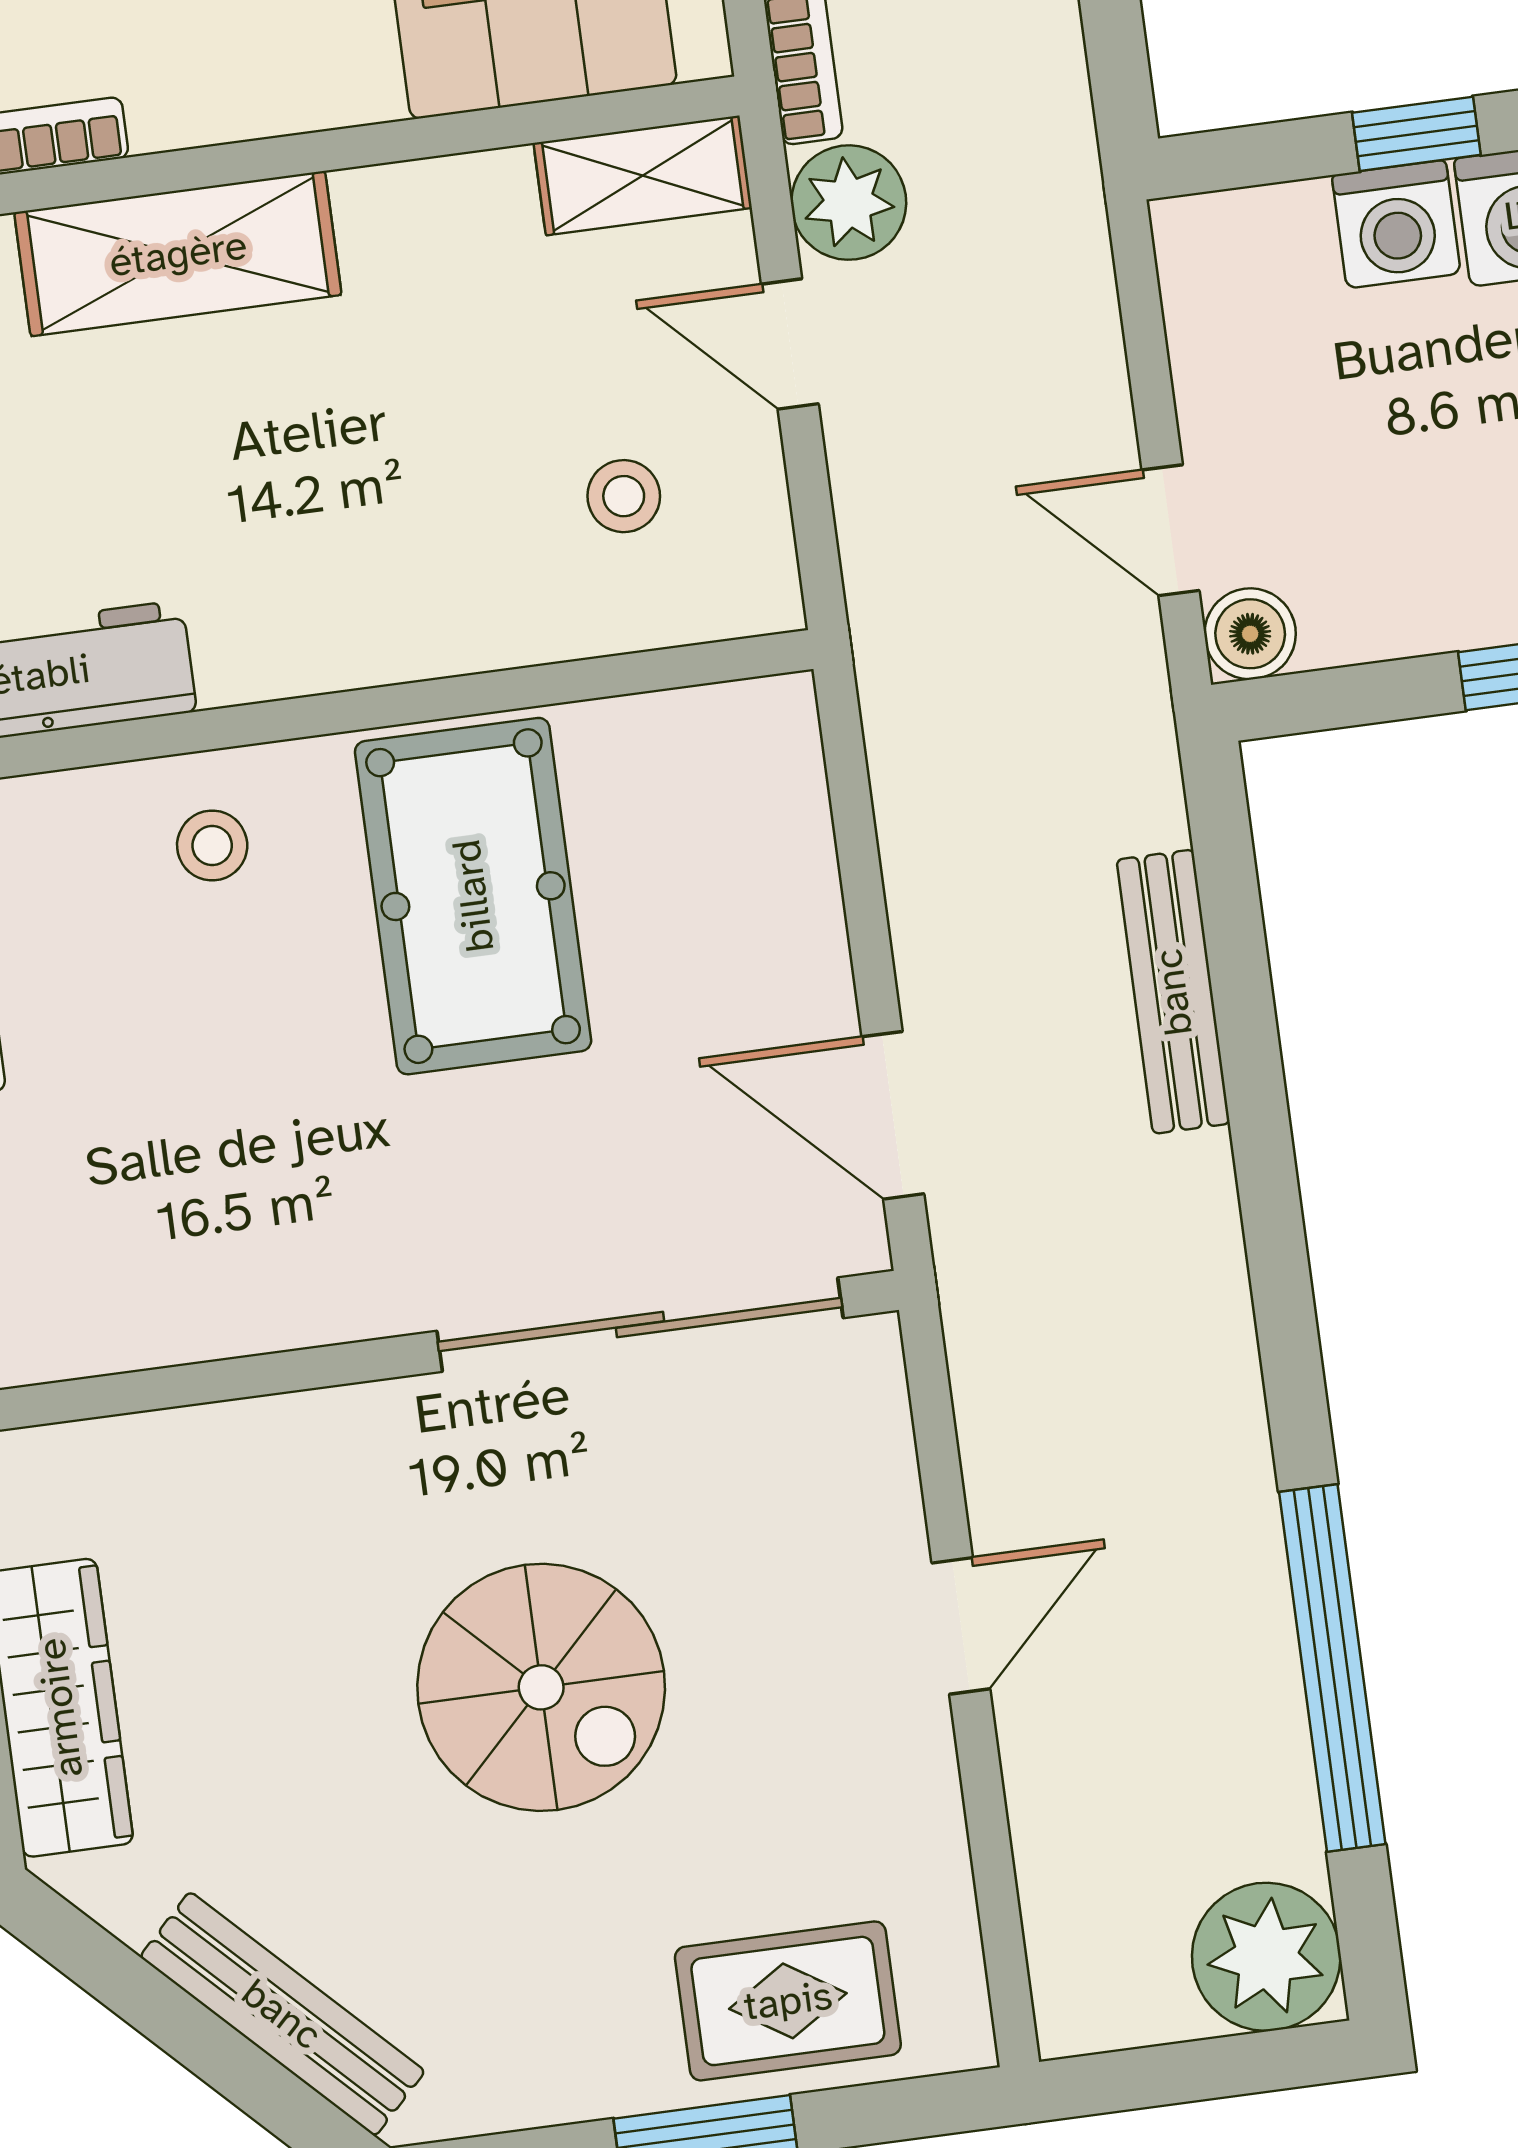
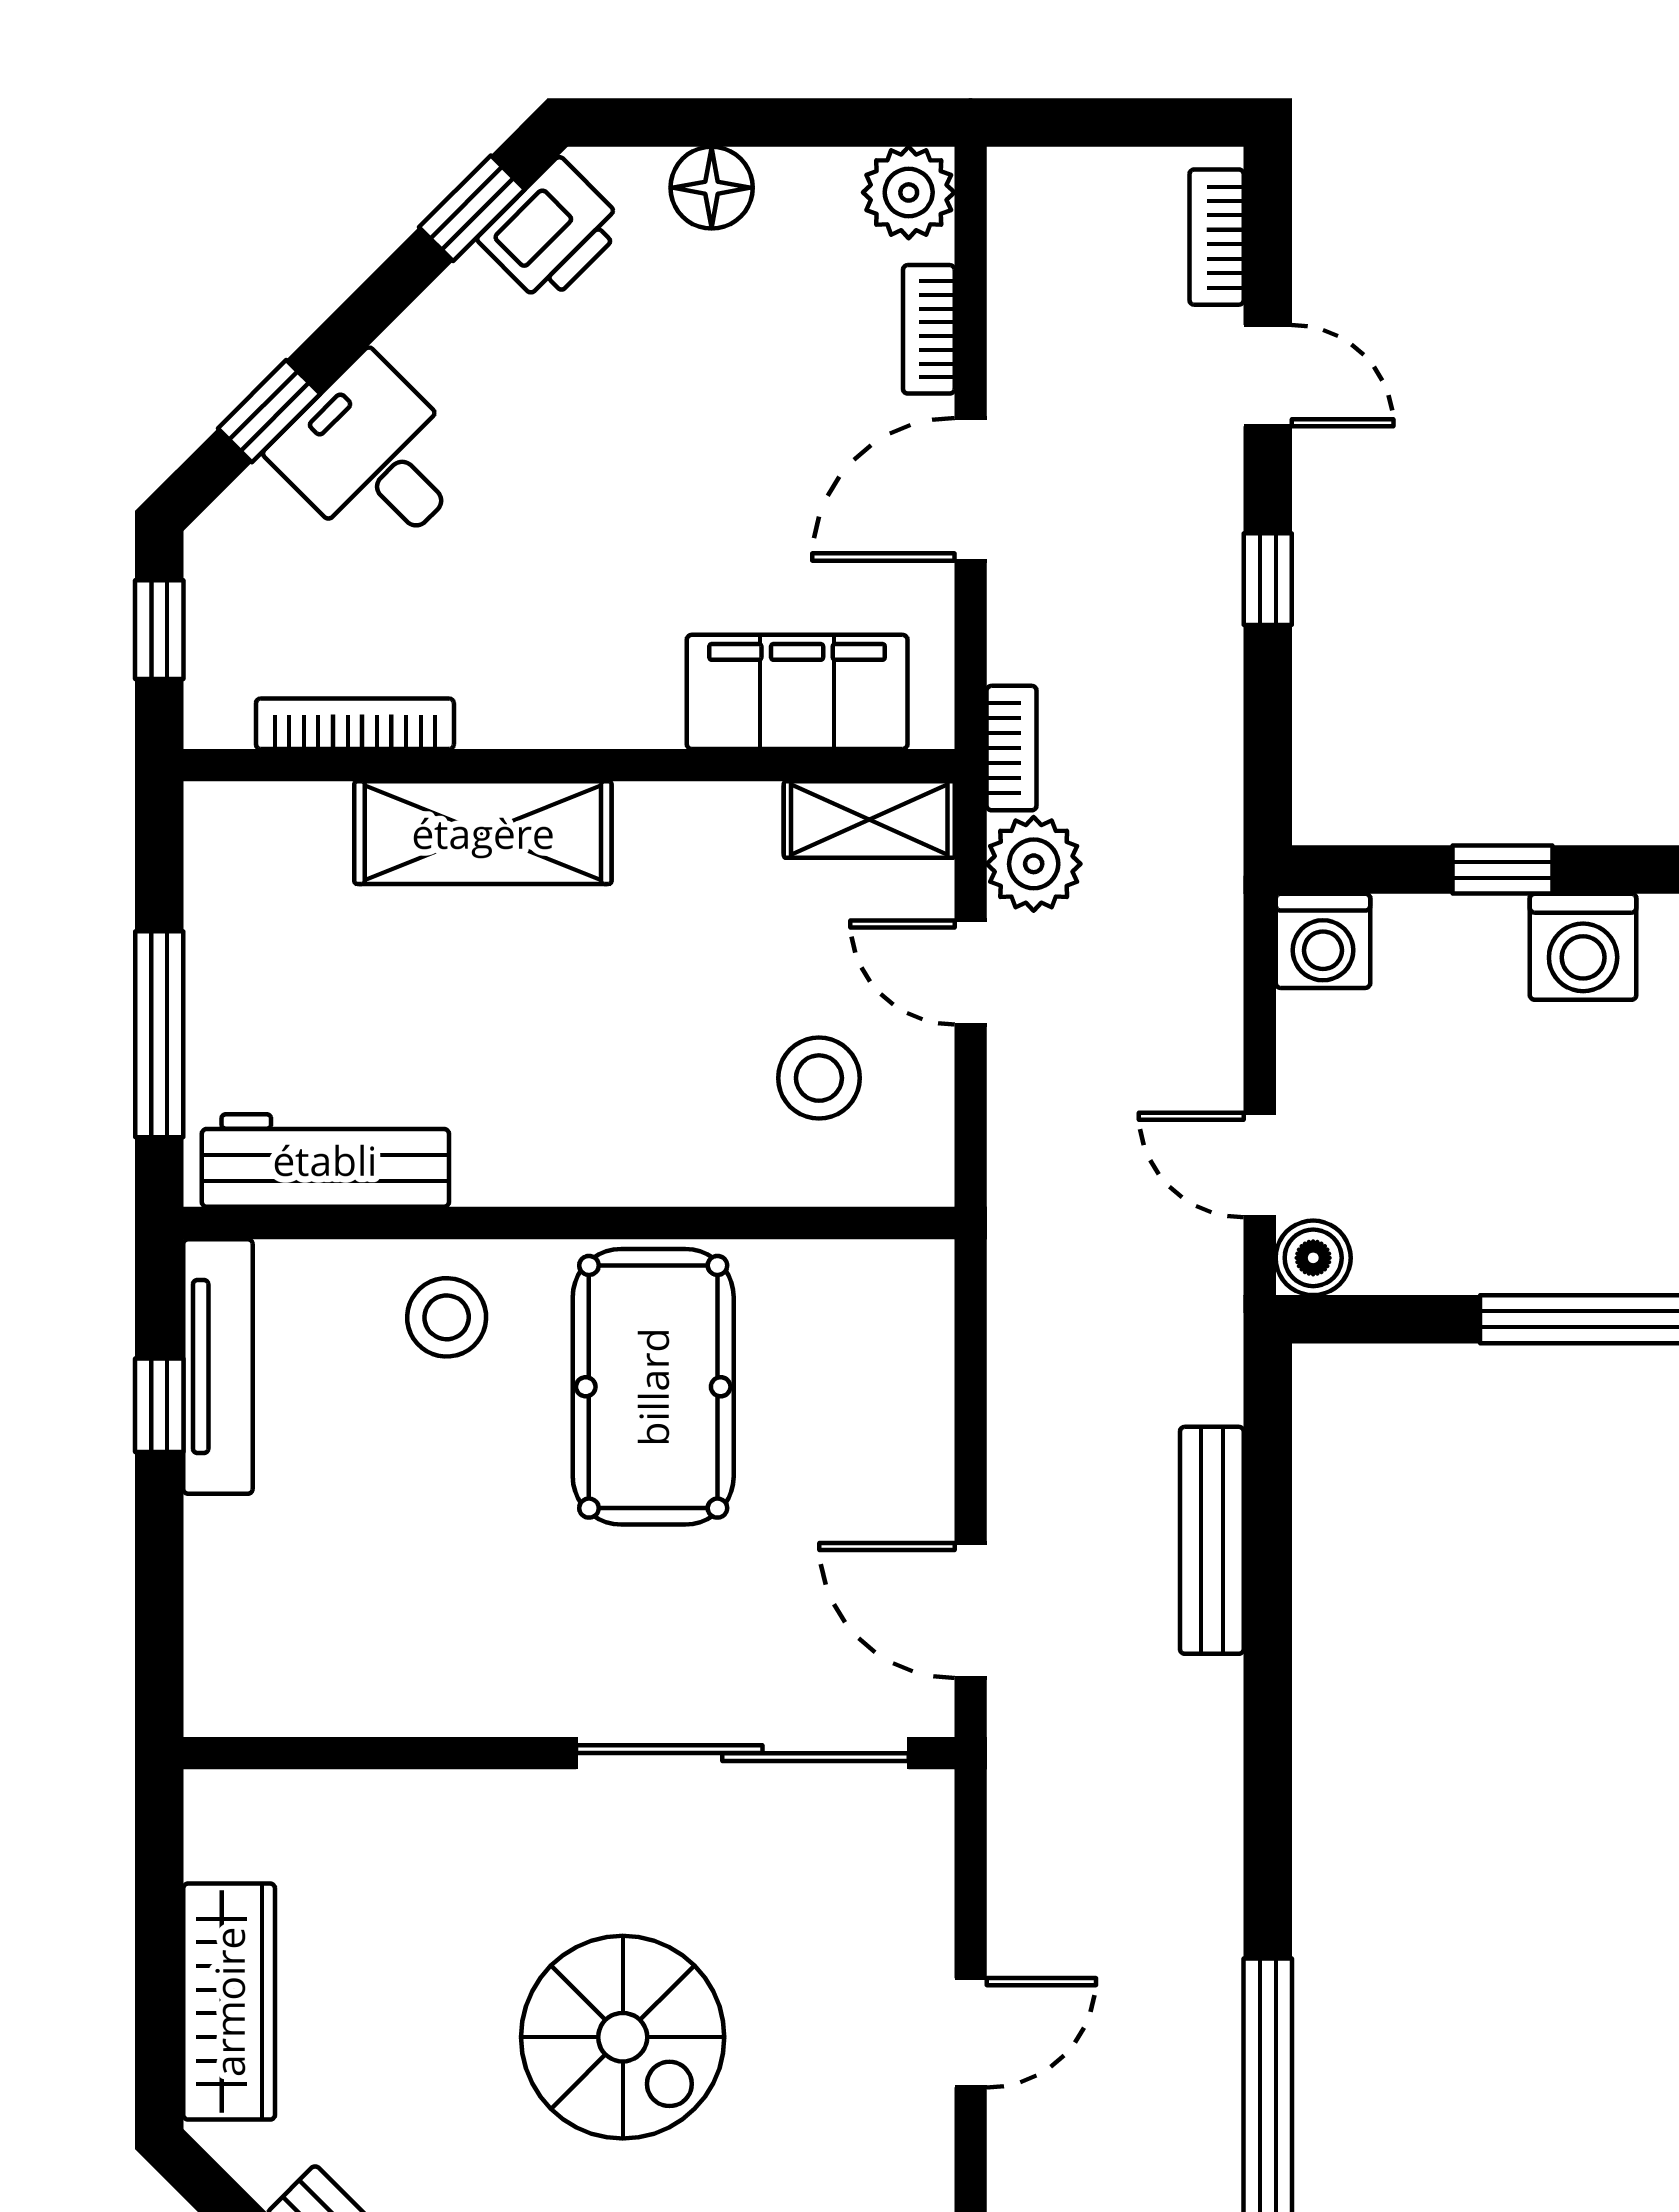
washing machine: (1396, 224) -> (1323, 941), moved
stool: (624, 496) -> (819, 1078), width x1.37, depth x1.37
stool: (212, 845) -> (447, 1317), width x1.37, depth x1.37

